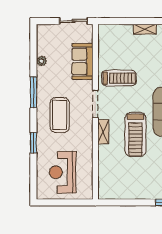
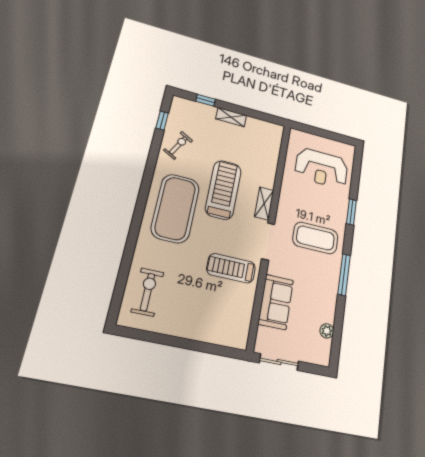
shelving: (145, 29) -> (231, 117), moved
plant: (42, 61) -> (327, 331), moved
coffee table: (60, 115) -> (315, 238), turned 90
reception desk: (63, 172) -> (322, 168), turned 90

